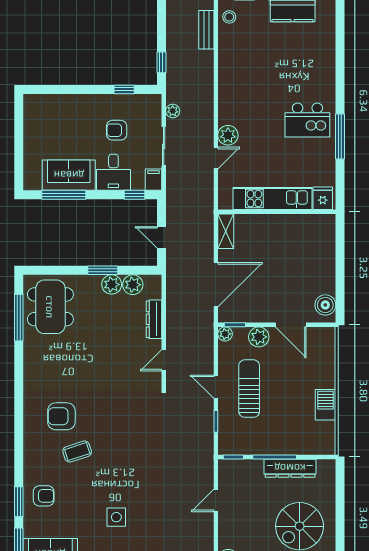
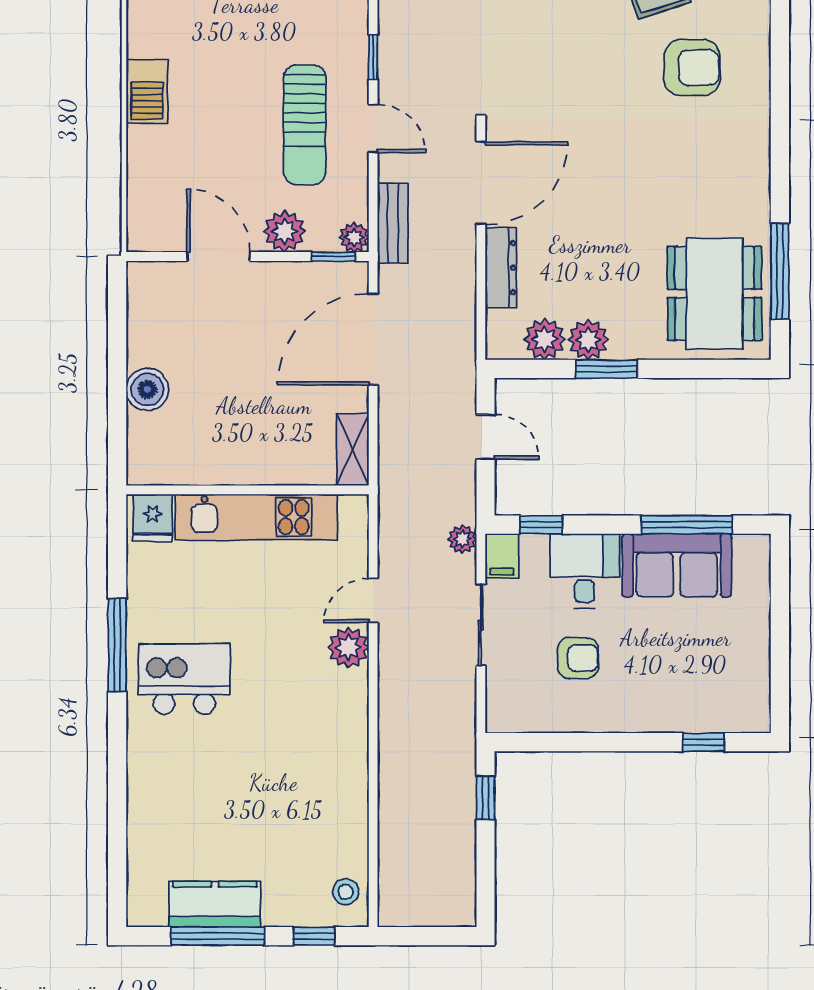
bench: (206, 30) -> (393, 223), moved
window: (124, 89) -> (703, 742), moved
plant: (173, 111) -> (462, 539), moved
boiler: (325, 305) -> (147, 389), moved
door: (164, 360) -> (481, 183), width x1.87

